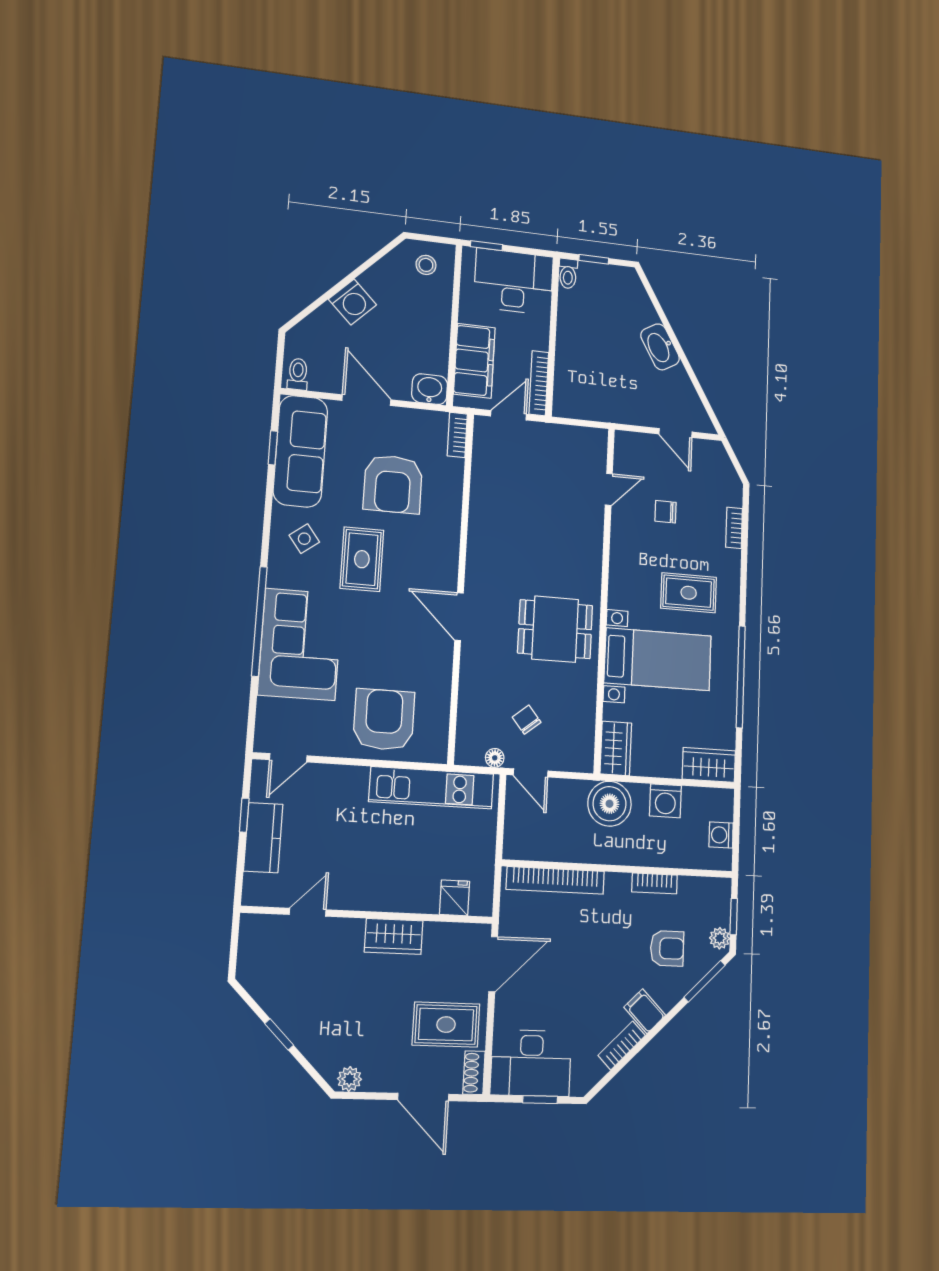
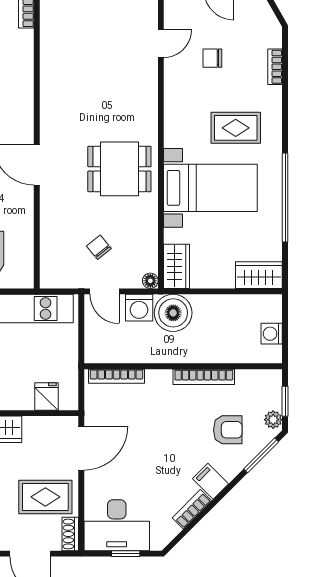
floor lamp: (495, 758) -> (150, 281), moved
washing machine: (665, 801) -> (139, 308), moved
bookcase: (555, 880) -> (116, 376), width x0.68, depth x0.76
bookcase: (654, 883) -> (204, 377), width x1.56

